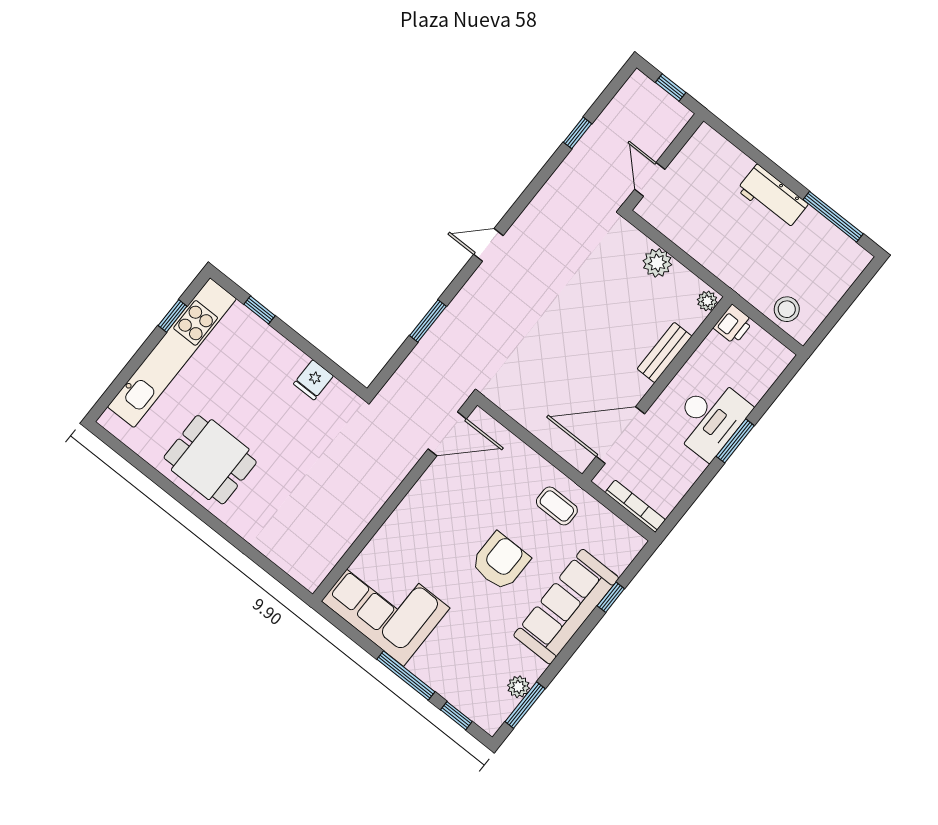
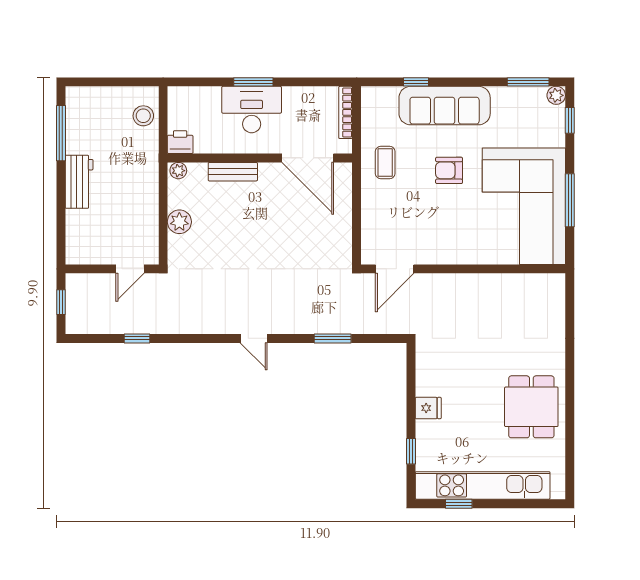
fridge: (313, 380) -> (428, 408), moved
door: (447, 434) -> (395, 269), swing flipped
armchair: (500, 561) -> (449, 170), width x0.72, depth x0.72
corner sofa: (386, 605) -> (524, 206), width x1.36, depth x1.36
window: (406, 675) -> (570, 200), moved
plant: (519, 687) -> (556, 95), moved

